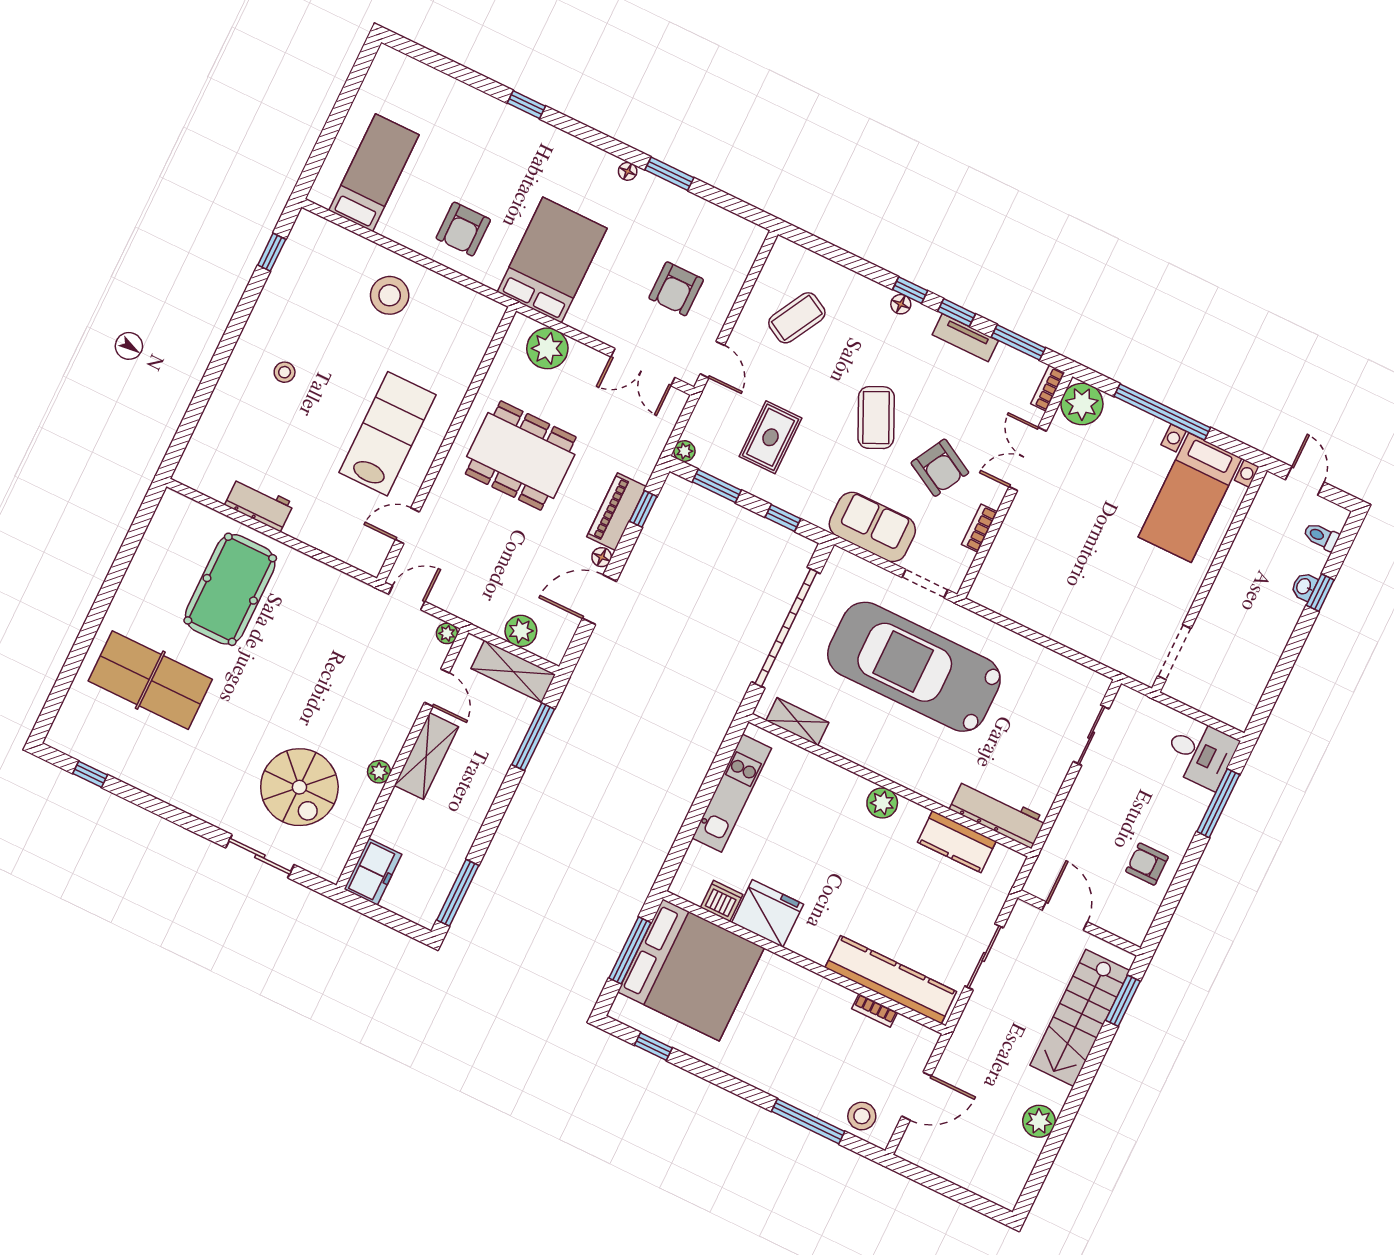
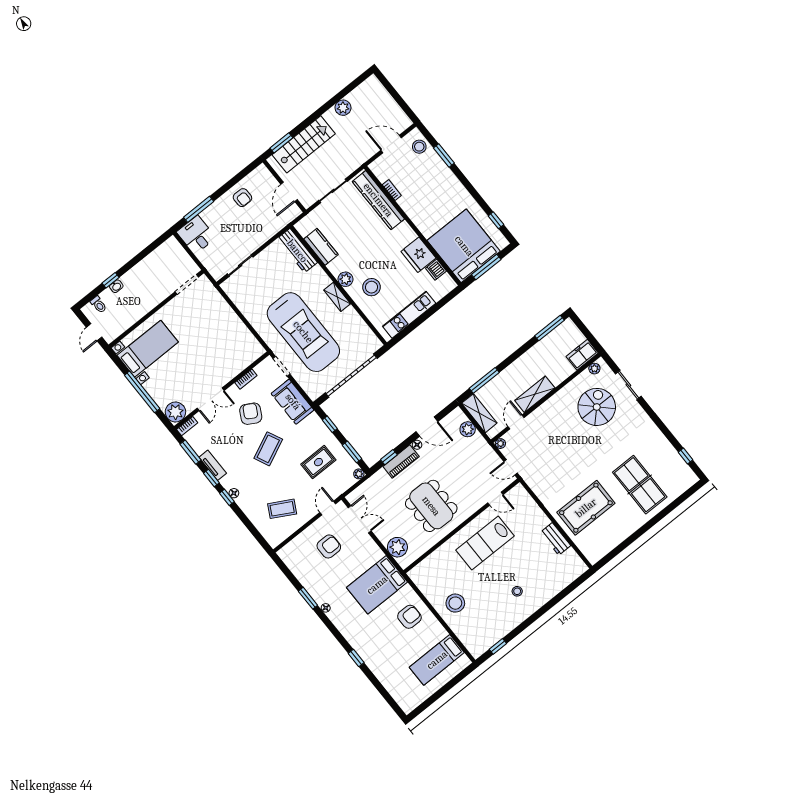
shelving: (797, 722) -> (337, 297), moved
plant: (379, 772) -> (594, 369), moved
stool: (827, 811) -> (371, 287), added
window: (808, 1121) -> (444, 156), width x0.69

